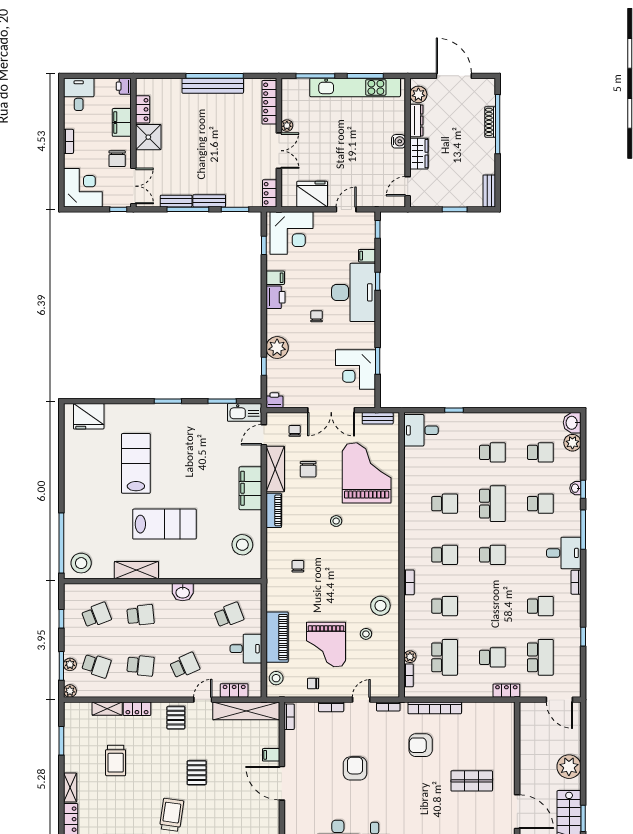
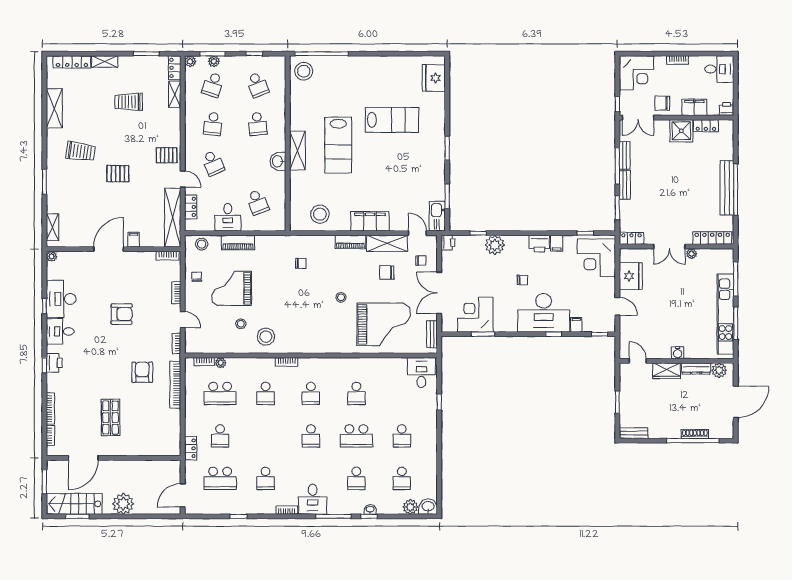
shelving: (136, 570) -> (297, 151), moved
piano: (277, 637) -> (238, 243), width x0.73, depth x0.75
locker: (137, 709) -> (175, 68), moved

